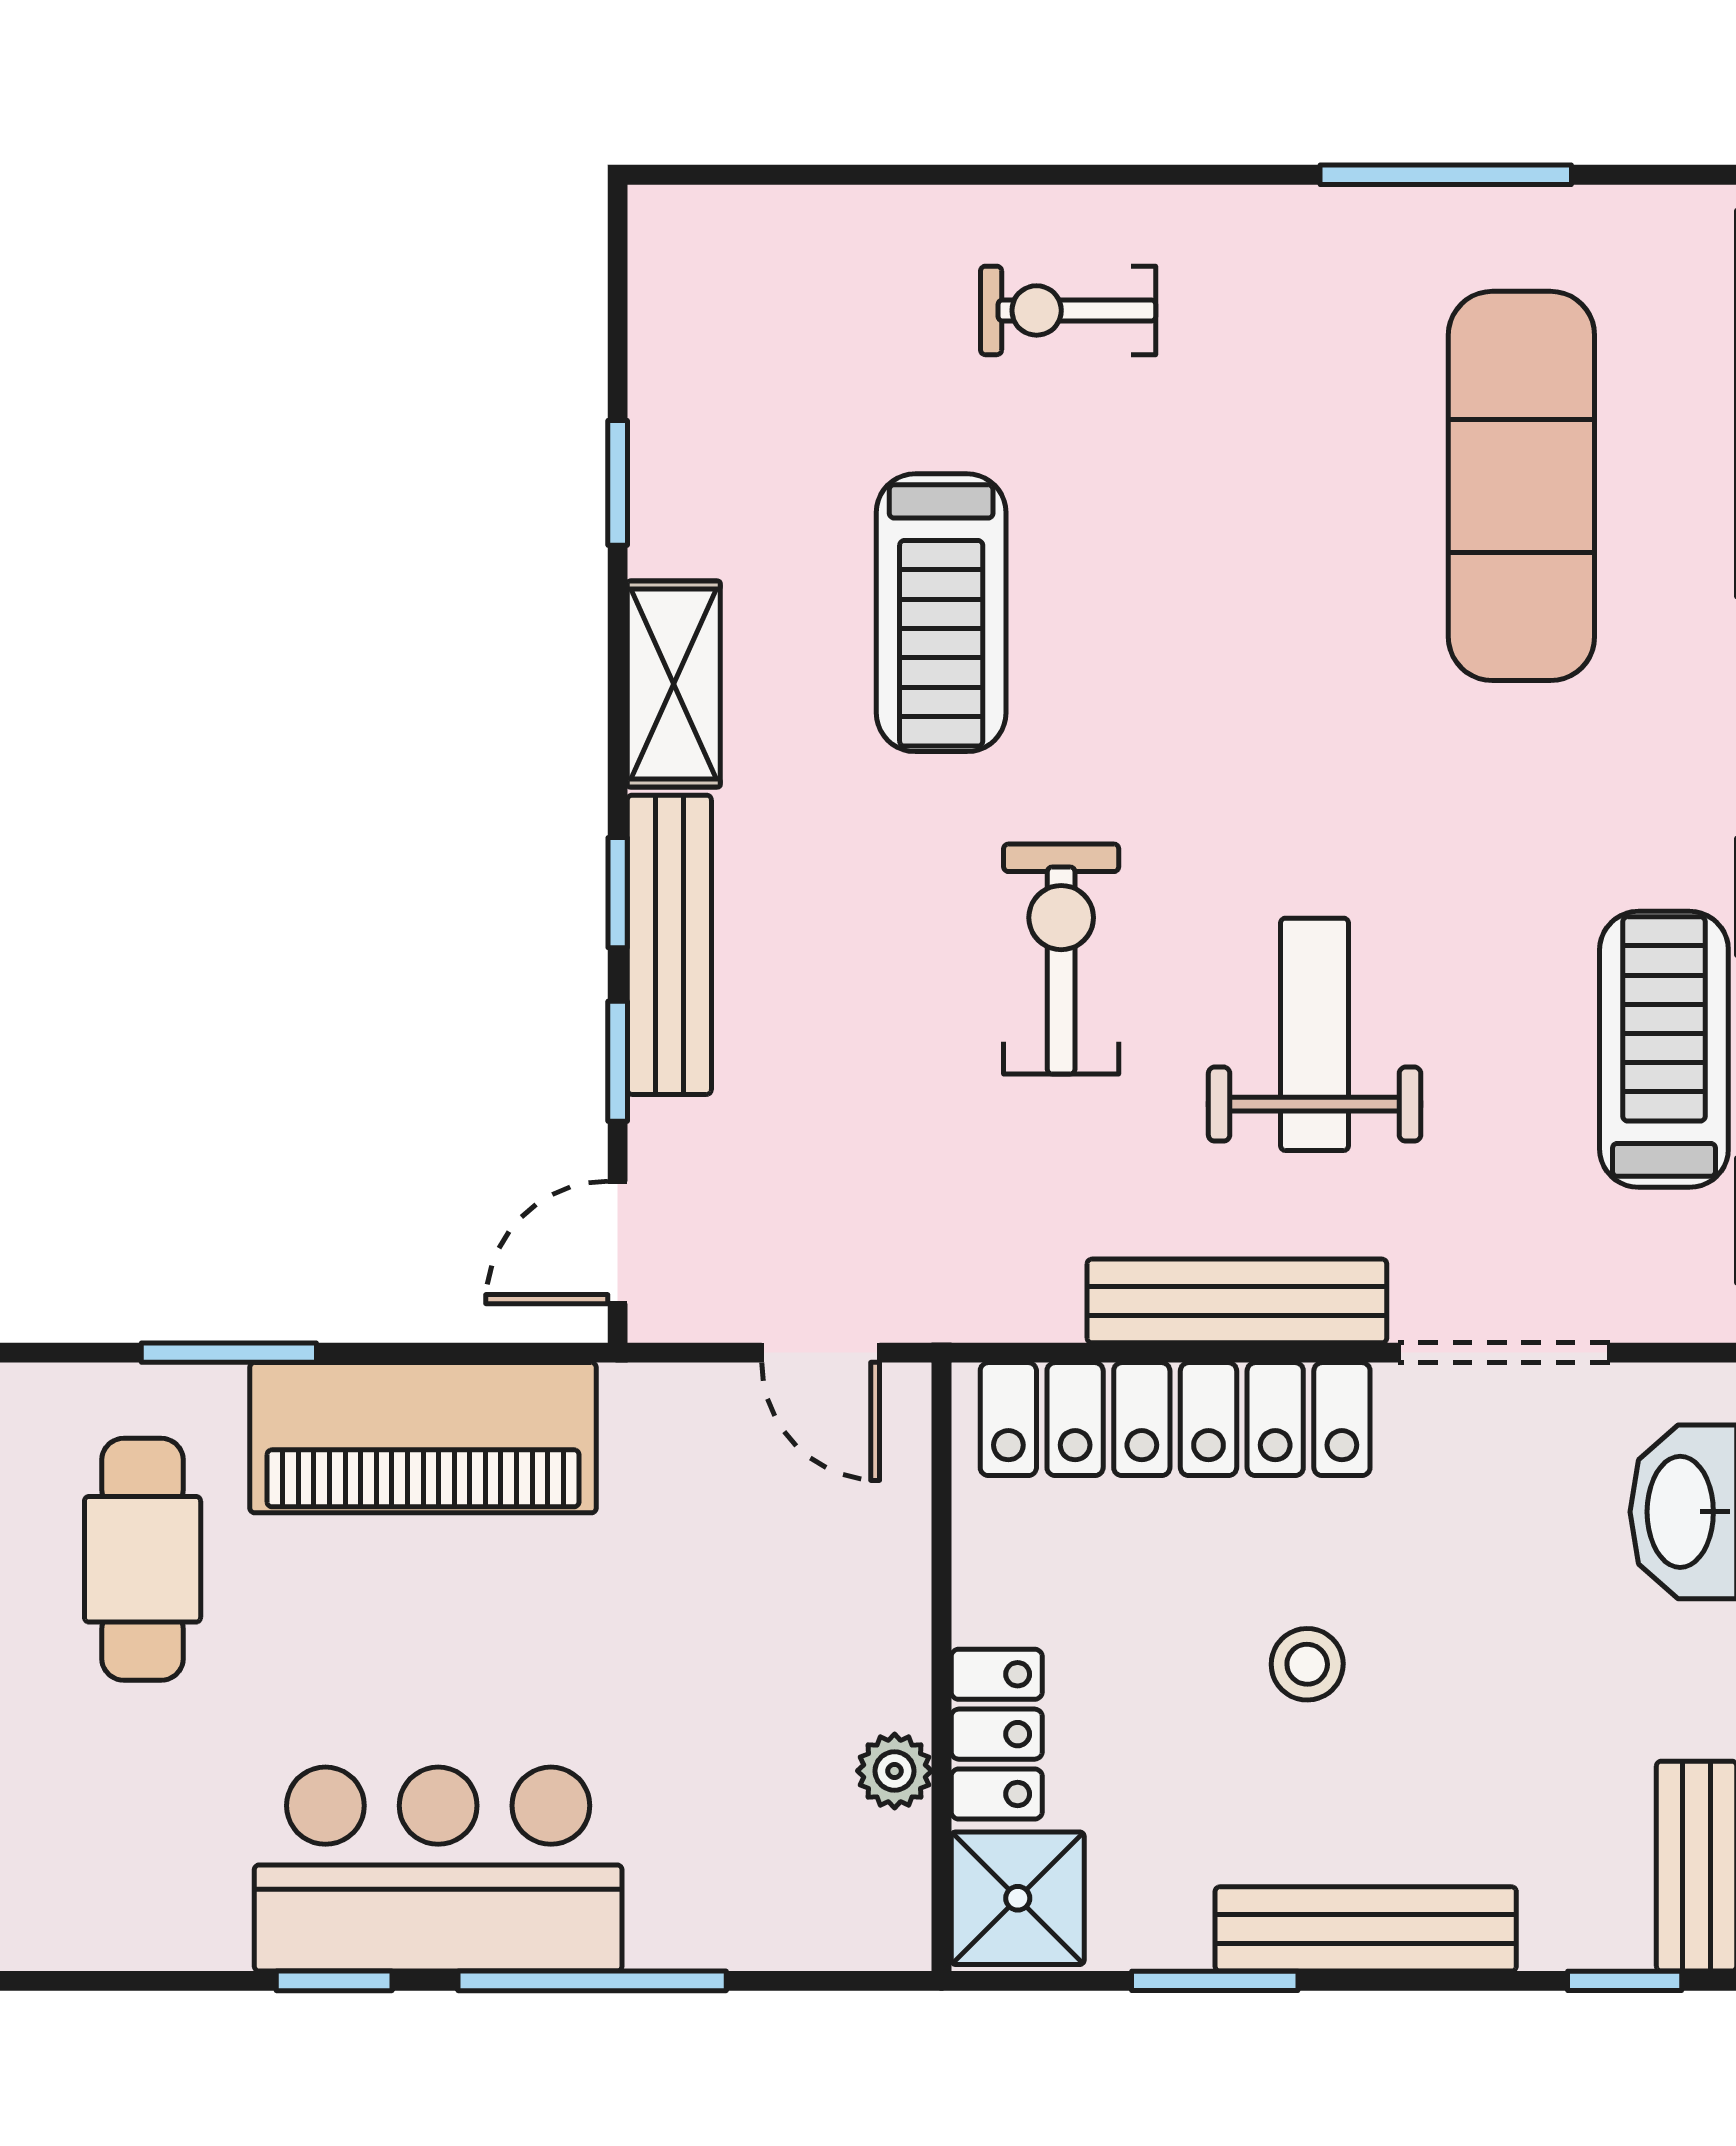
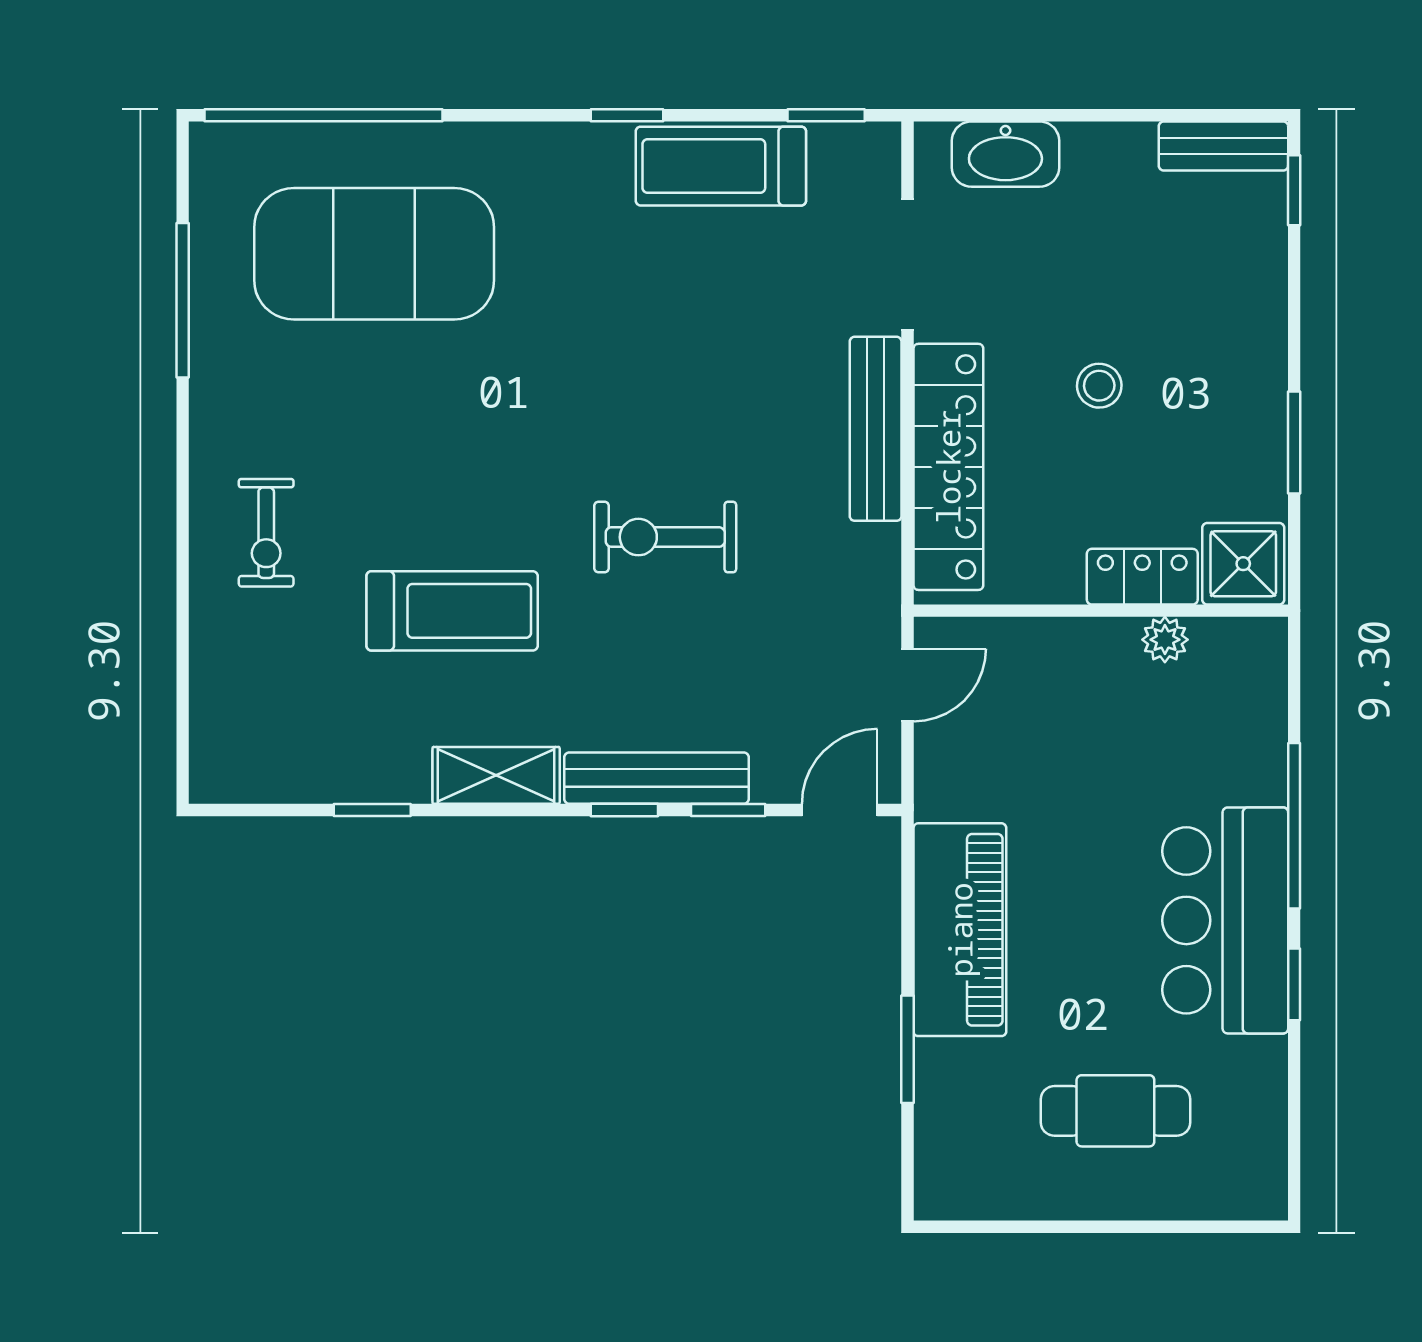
exercise mat: (1521, 486) -> (374, 254), width x1.47
weight bench: (1315, 1034) -> (712, 381), removed
door: (618, 1242) -> (840, 810), swing flipped
cafe table: (143, 1559) -> (1115, 1111), moved
bench: (1366, 1929) -> (1262, 350), removed

